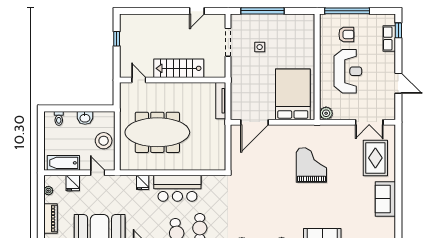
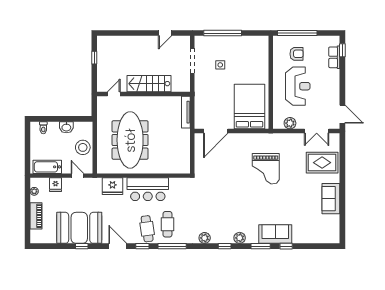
door: (139, 80) -> (114, 94), hinge flipped
door: (398, 83) -> (342, 114), moved
plant: (326, 113) -> (290, 123), moved
meeting table: (157, 132) -> (130, 140), turned 90
rug: (375, 158) -> (322, 163), turned 90
grand piano: (311, 165) -> (266, 169), turned 180
fridge: (143, 182) -> (112, 186), width x1.88, depth x1.34

